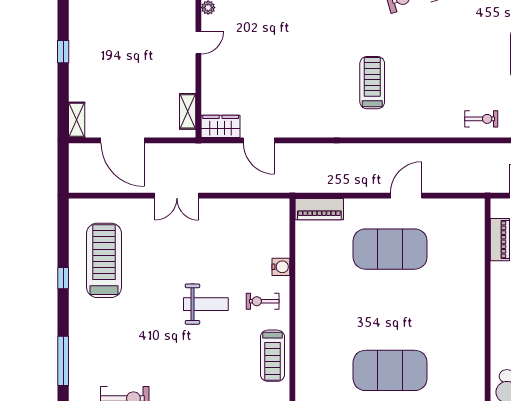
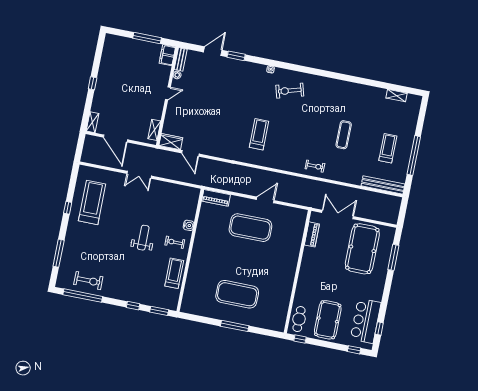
weight bench: (206, 304) -> (143, 238), turned -90
treadmill: (273, 356) -> (174, 273), turned 180

